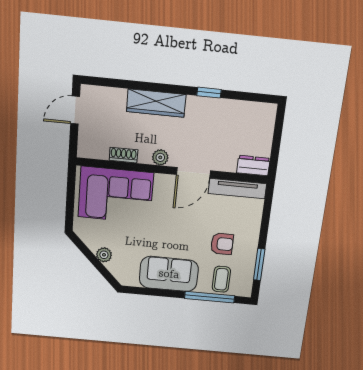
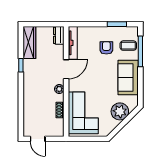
wardrobe: (156, 103) -> (29, 42), moved
door: (193, 173) -> (66, 69), hinge flipped
plant: (104, 255) -> (120, 111), width x1.87, depth x1.87

